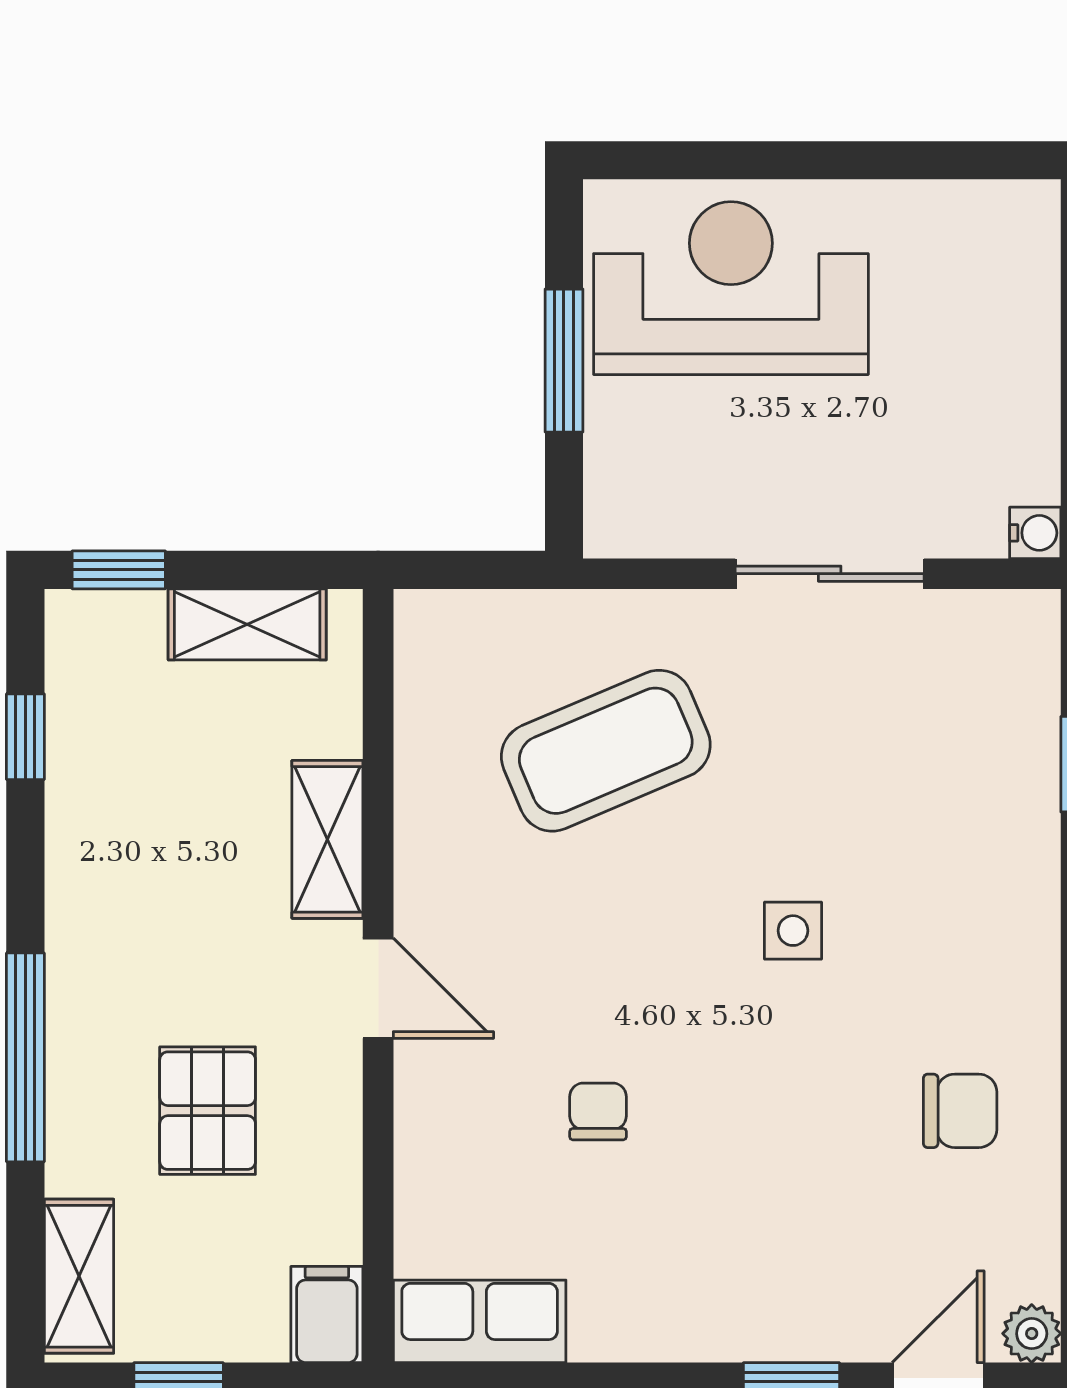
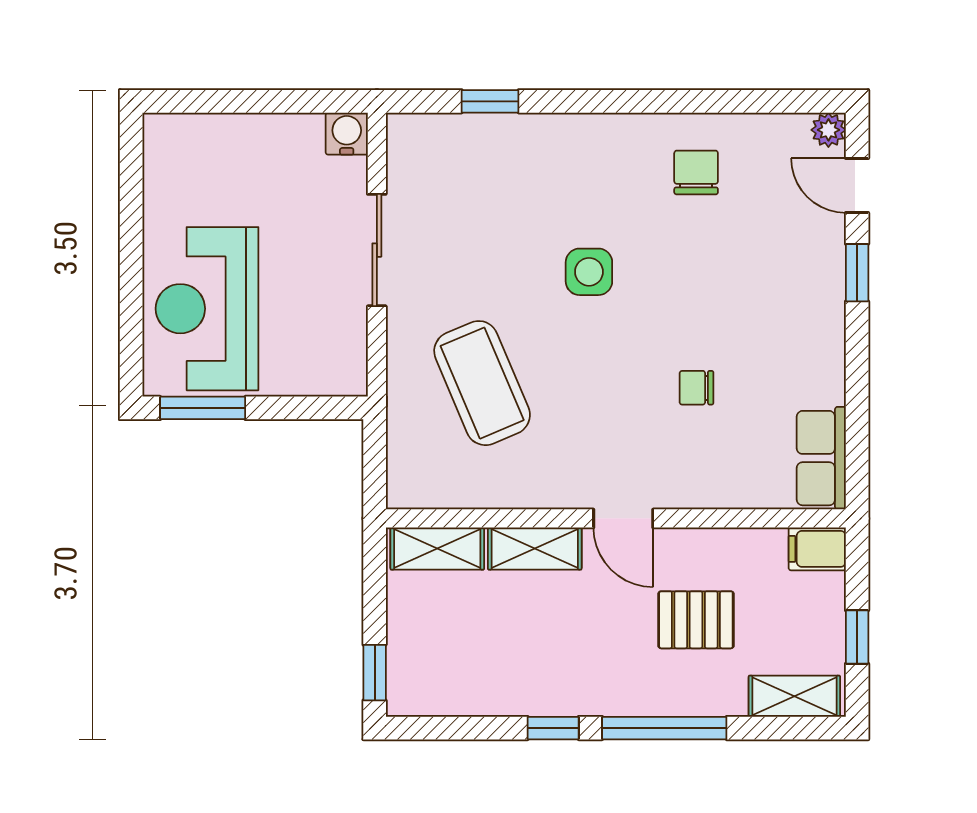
window: (564, 361) -> (203, 408), moved
water cooler: (1035, 533) -> (347, 134), width x1.38, depth x1.38
shelving: (247, 624) -> (437, 549), moved, turned 90
window: (25, 737) -> (553, 728), moved
side table: (793, 931) -> (589, 272), width x1.37, depth x1.37
door: (378, 988) -> (623, 518), swing flipped

